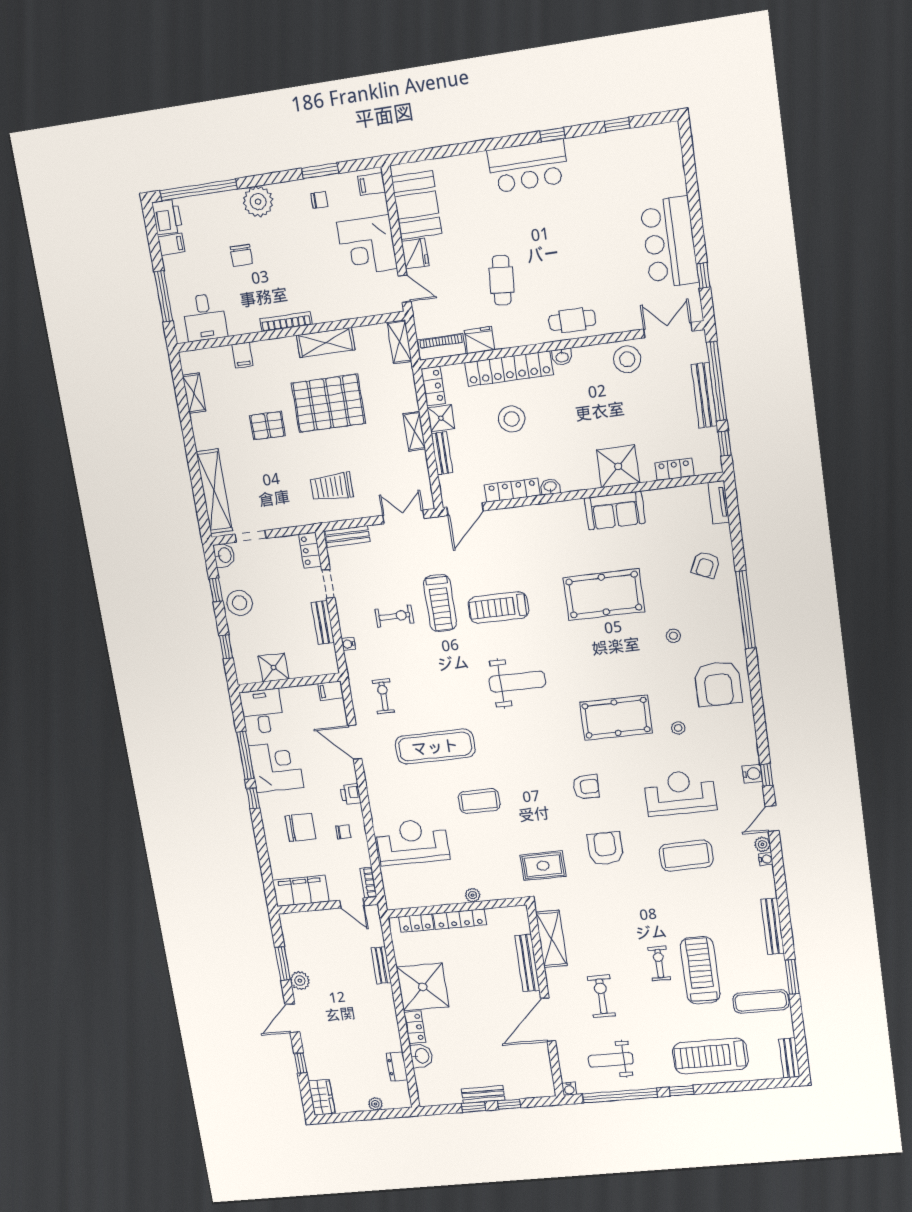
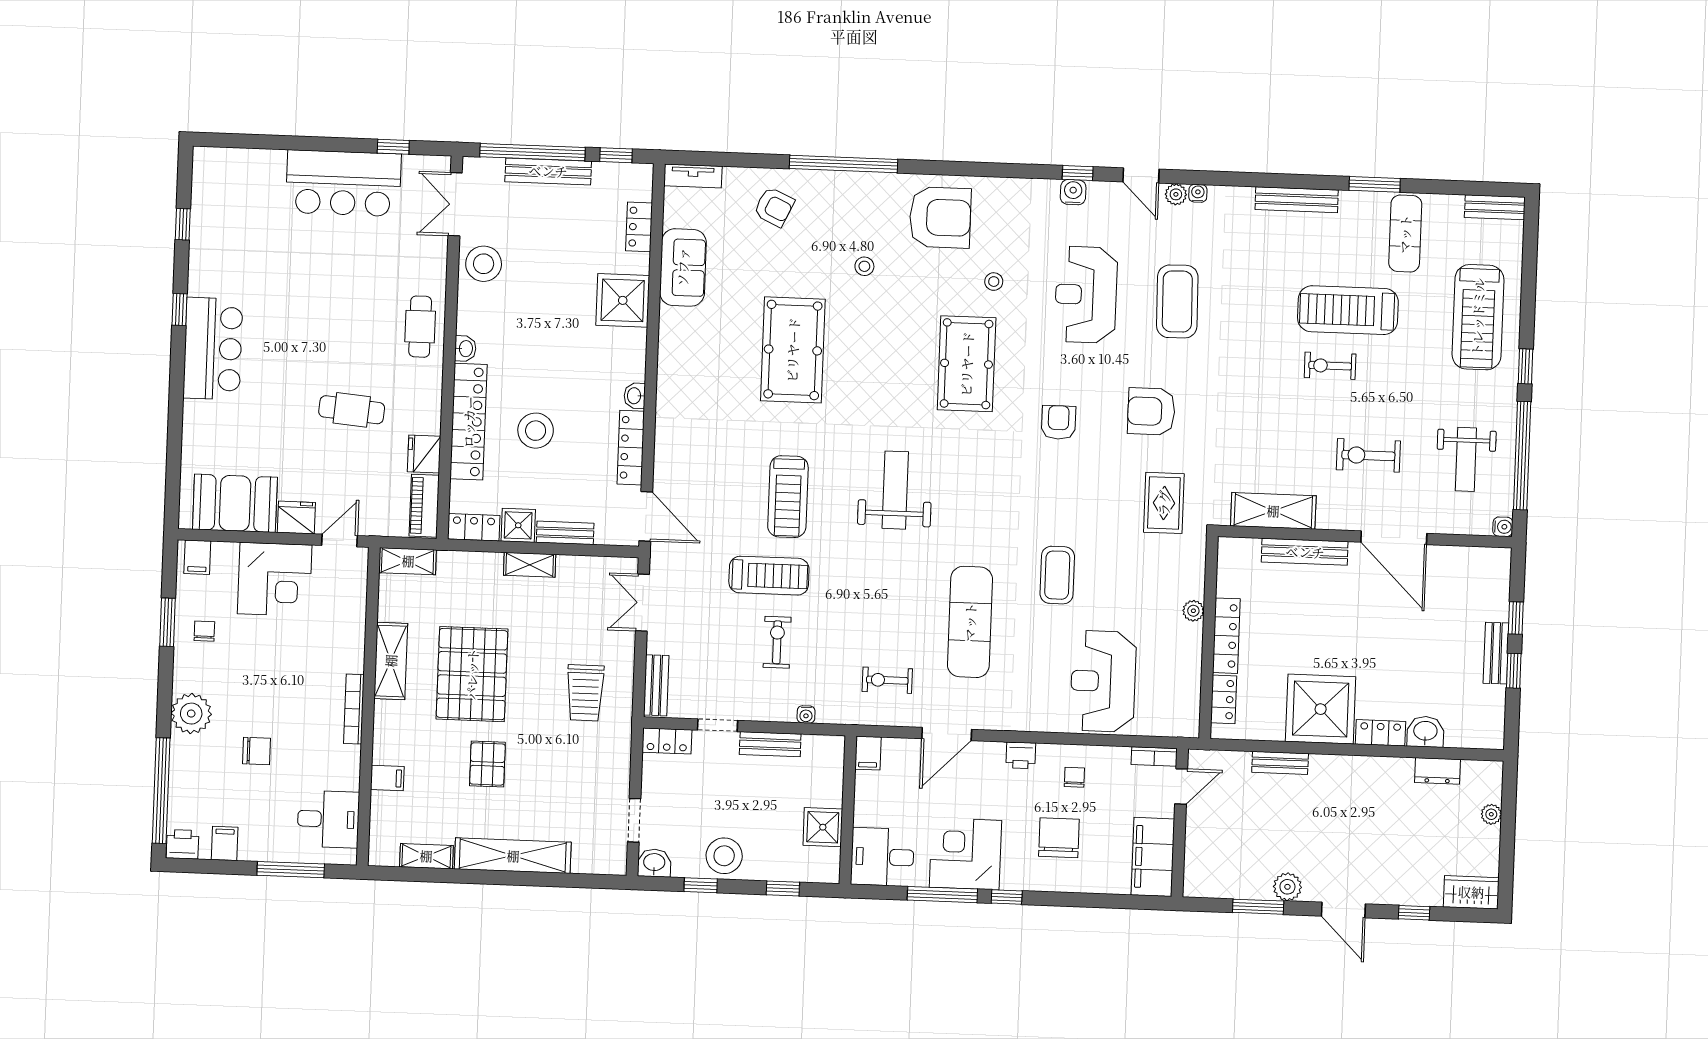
printer: (167, 217) -> (182, 844), width x0.73, depth x0.81
shelving: (214, 491) -> (513, 856), moved
sofa: (615, 511) -> (683, 267), moved

